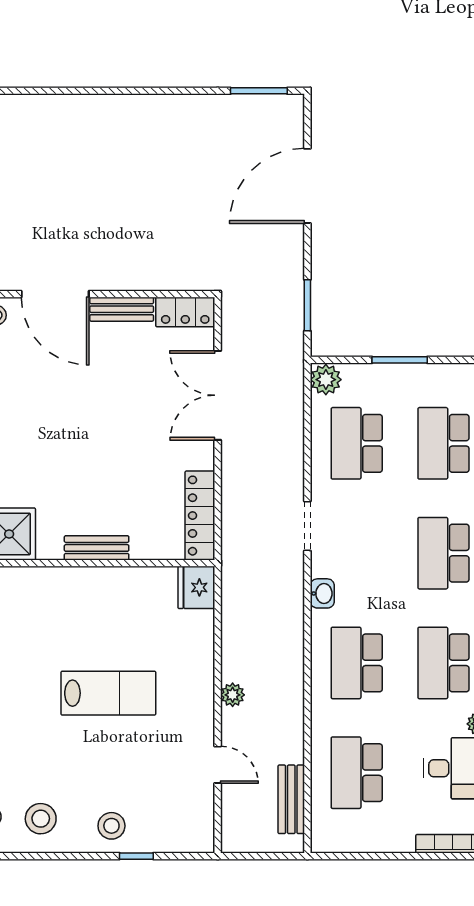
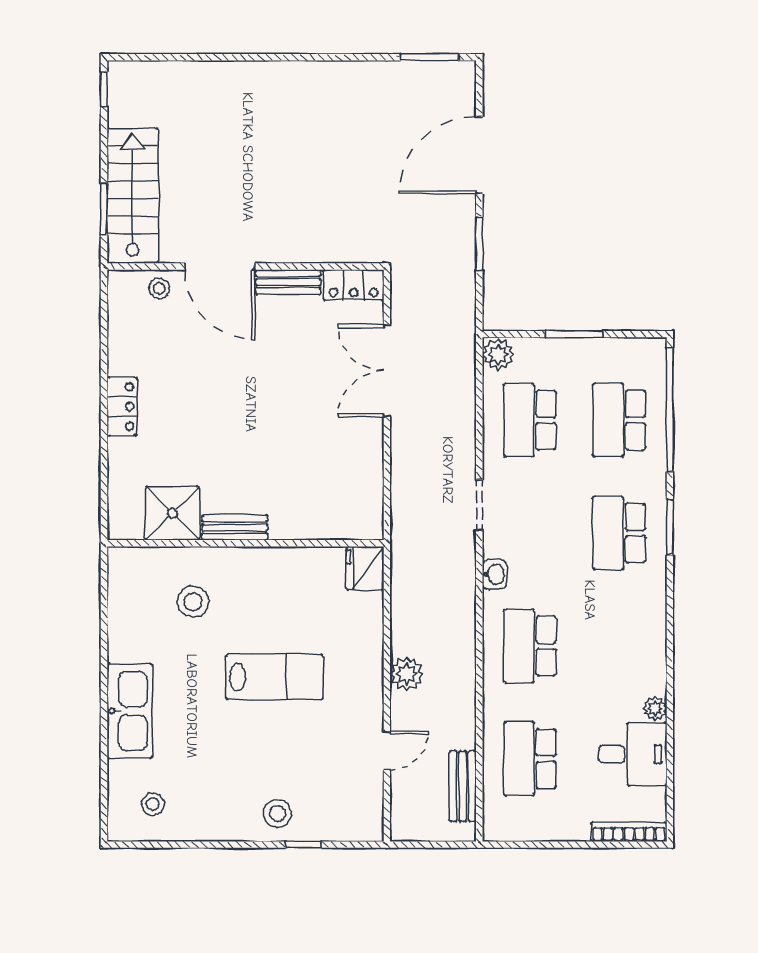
window: (307, 305) -> (479, 244), moved
locker: (200, 516) -> (369, 494), removed
bench: (97, 548) -> (235, 528), moved
school desk: (443, 663) -> (619, 646), removed
plant: (233, 695) -> (407, 674), width x1.38, depth x1.38
door: (218, 765) -> (387, 751), hinge flipped
stool: (41, 819) -> (193, 602), moved

